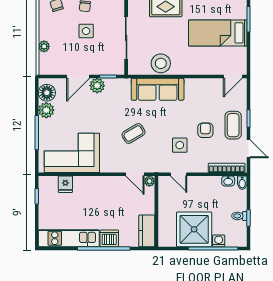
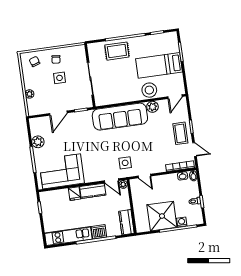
stool: (161, 63) -> (149, 90), moved
plant: (97, 86) -> (153, 107), moved
sofa: (158, 89) -> (120, 117), width x1.36, depth x1.27
floor lamp: (47, 93) -> (36, 129), removed
armchair: (205, 130) -> (160, 140), removed
coffee table: (133, 134) -> (106, 150), removed
side table: (180, 145) -> (125, 163), moved
fridge: (65, 184) -> (75, 194), moved
kitchen counter: (109, 184) -> (93, 191), added

